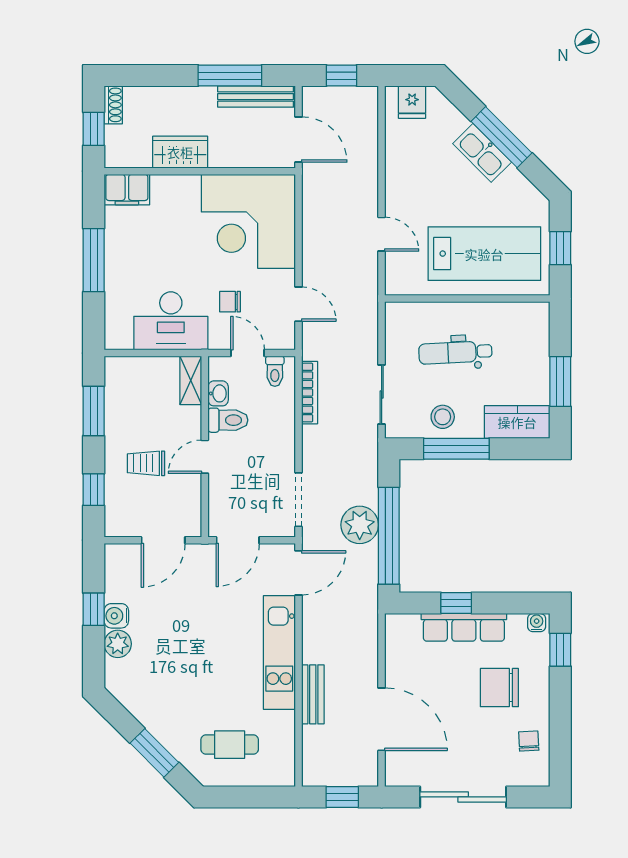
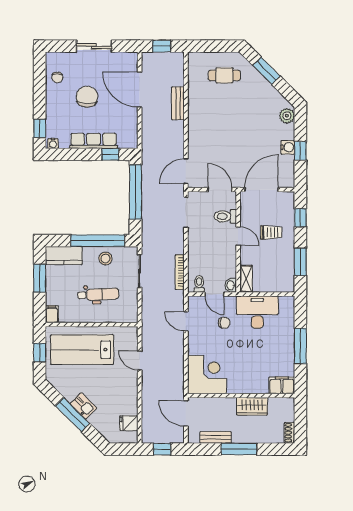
window: (230, 76) -> (239, 449), moved
bench: (256, 97) -> (216, 437), width x0.73
fridge: (412, 102) -> (129, 423), moved, turned -90
window: (94, 129) -> (300, 419), removed
kitchen sink: (482, 153) -> (83, 406), width x0.73
corner desk: (248, 221) -> (207, 375), width x0.74, depth x0.74
filing cabinet: (538, 317) -> (52, 314), added
washbasin: (218, 393) -> (231, 285), moved
toilet: (228, 420) -> (225, 216), moved
window: (456, 449) -> (98, 241), width x1.46
door: (205, 457) -> (238, 236), hinge flipped
plant: (360, 525) -> (152, 198), removed
door: (163, 540) -> (262, 190), width x1.36
door: (238, 540) -> (220, 190), hinge flipped
window: (456, 603) -> (110, 154), moved
plant: (118, 644) -> (287, 116), moved
kitchen unit: (279, 652) -> (197, 127), removed
chair: (499, 688) -> (87, 97), moved, turned -90
sliding door: (463, 797) -> (94, 46), width x0.73

